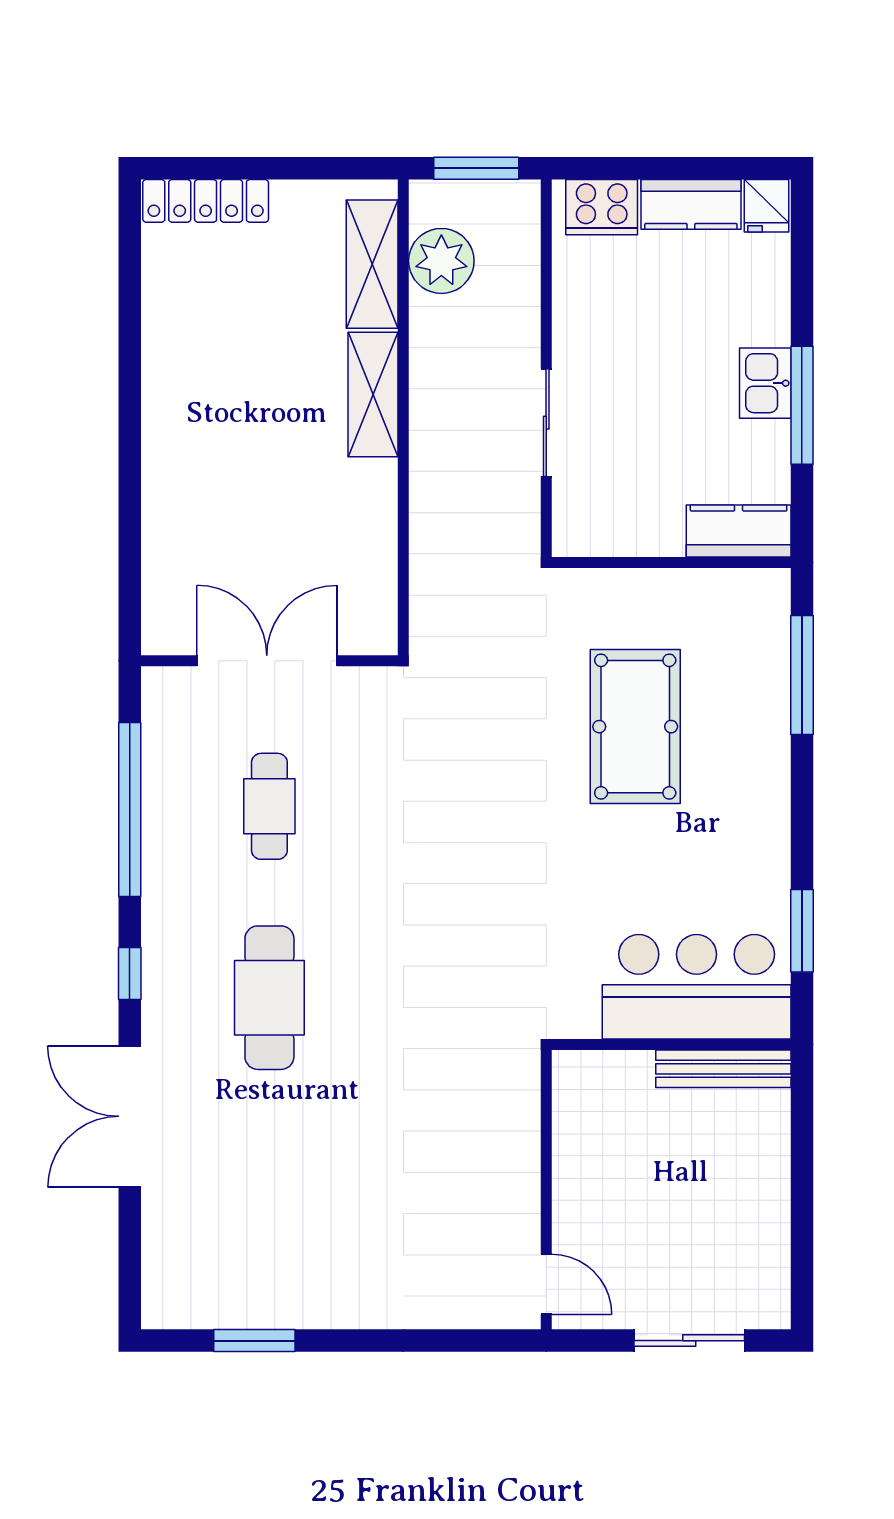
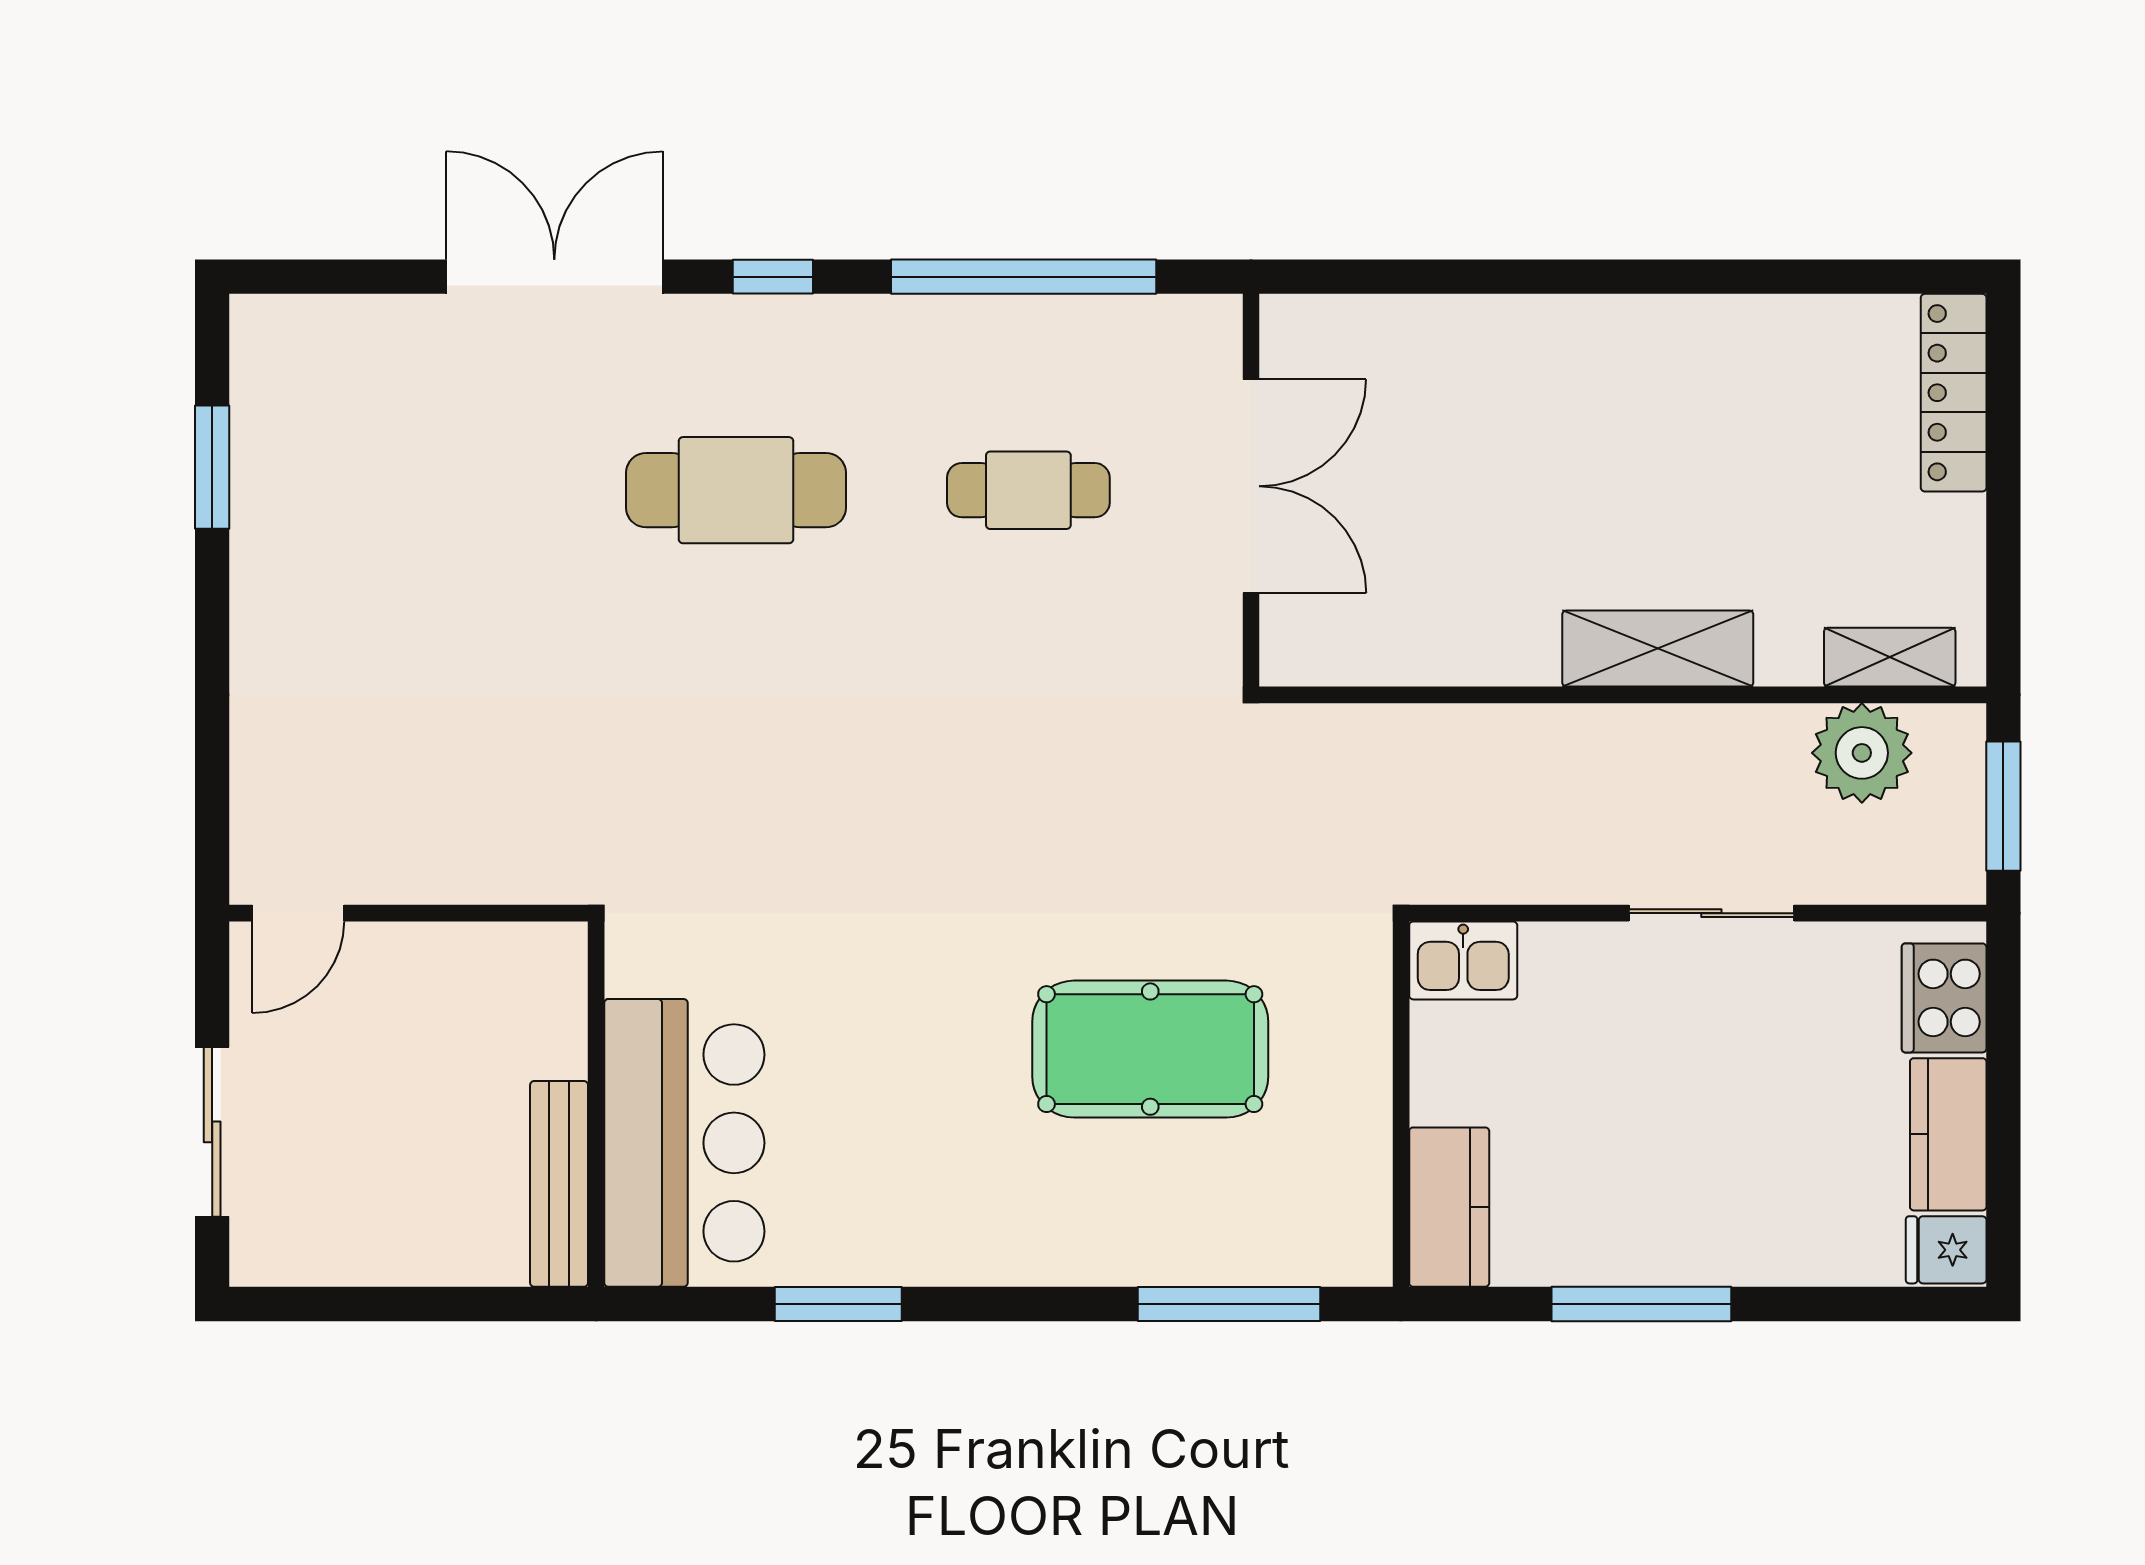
shelving: (372, 264) -> (1890, 657), width x0.67, depth x0.75
kitchen sink: (765, 383) -> (1463, 960), moved, turned 180
sliding door: (546, 423) -> (1711, 913), moved
bar counter: (697, 987) -> (684, 1143), moved
wall: (671, 1045) -> (596, 1104), moved
bench: (723, 1069) -> (559, 1184), moved

